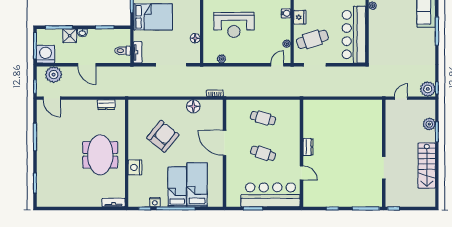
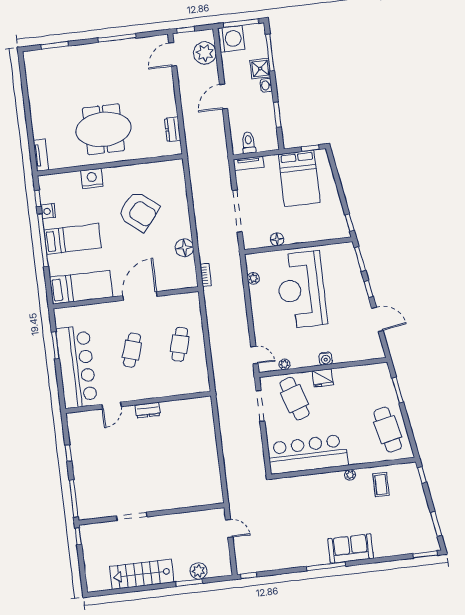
reception desk: (234, 25) -> (301, 290), width x1.36, depth x1.30
plant: (428, 89) -> (246, 563), removed
bed: (197, 185) -> (81, 287), moved

